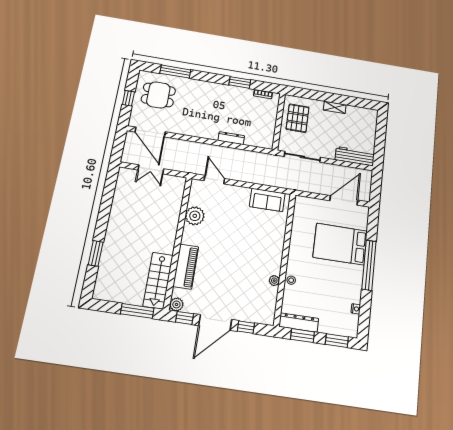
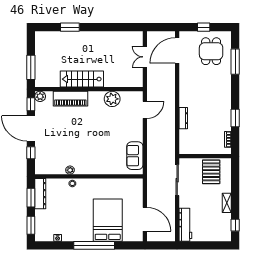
window: (361, 103) -> (235, 225), added
pallet: (298, 118) -> (211, 172), turned 90
stairs: (158, 281) -> (82, 79), moved

